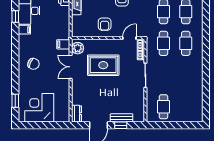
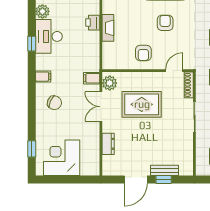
filing cabinet: (24, 30) -> (43, 77), moved
dresser: (76, 114) -> (108, 144), moved

